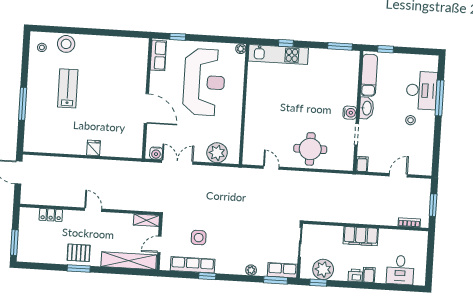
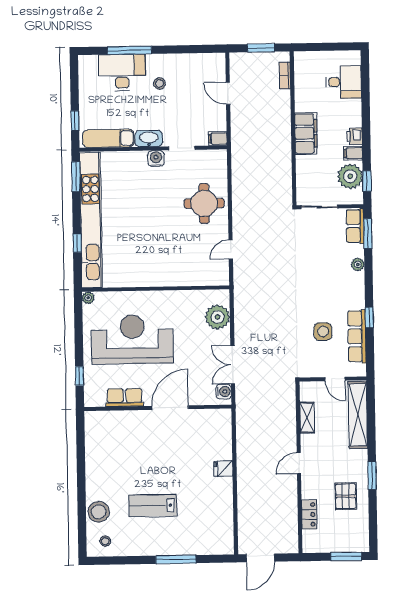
kitchen unit: (278, 54) -> (91, 220), width x1.86
row of seats: (158, 55) -> (125, 398), moved
shelving: (146, 220) -> (307, 418), moved
pallet: (79, 253) -> (346, 496), moved
filing cabinet: (369, 275) -> (353, 153), moved

